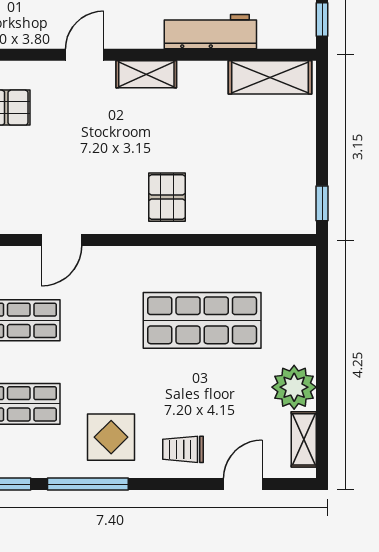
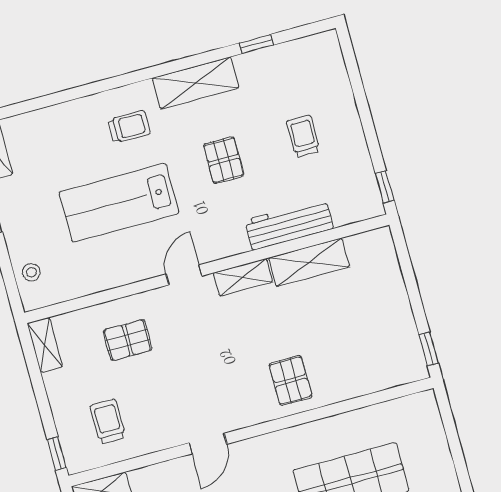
shelving: (270, 77) -> (309, 262), moved

